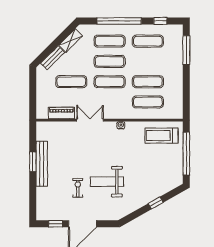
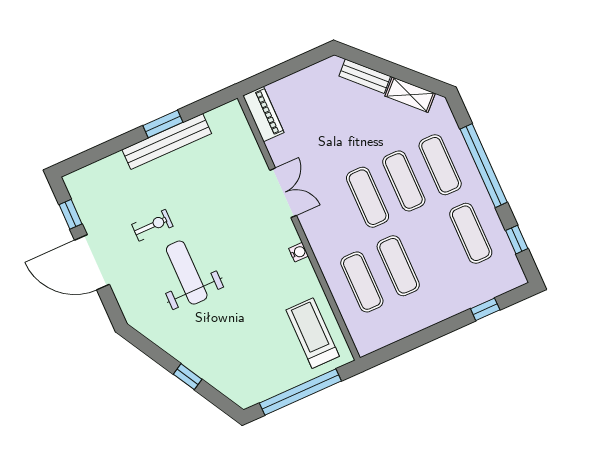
window: (186, 50) -> (485, 309), width x0.46
exercise mat: (71, 82) -> (337, 129), removed
piano: (61, 113) -> (263, 114), moved

